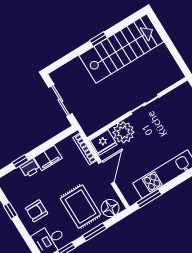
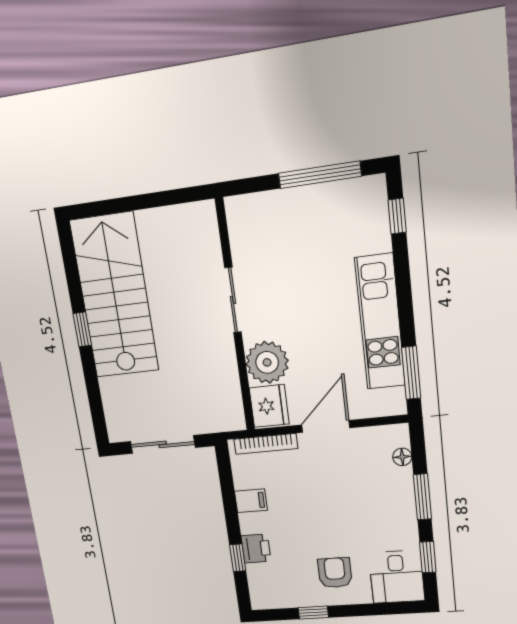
filing cabinet: (48, 158) -> (251, 501), width x0.50
door: (106, 173) -> (326, 426), hinge flipped
rug: (81, 207) -> (364, 499), removed
floor lamp: (110, 208) -> (402, 457), width x0.53, depth x0.53
armchair: (37, 211) -> (335, 573), turned 180

